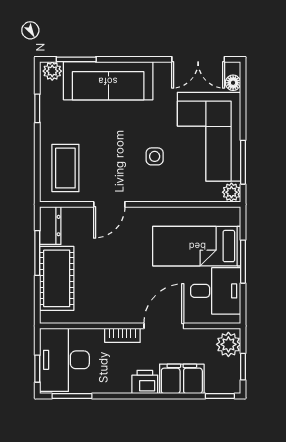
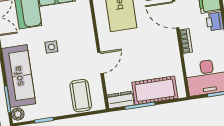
side table: (155, 156) -> (51, 47), moved
coffee table: (65, 168) -> (81, 96), turned 90
door: (109, 204) -> (100, 63), hinge flipped

